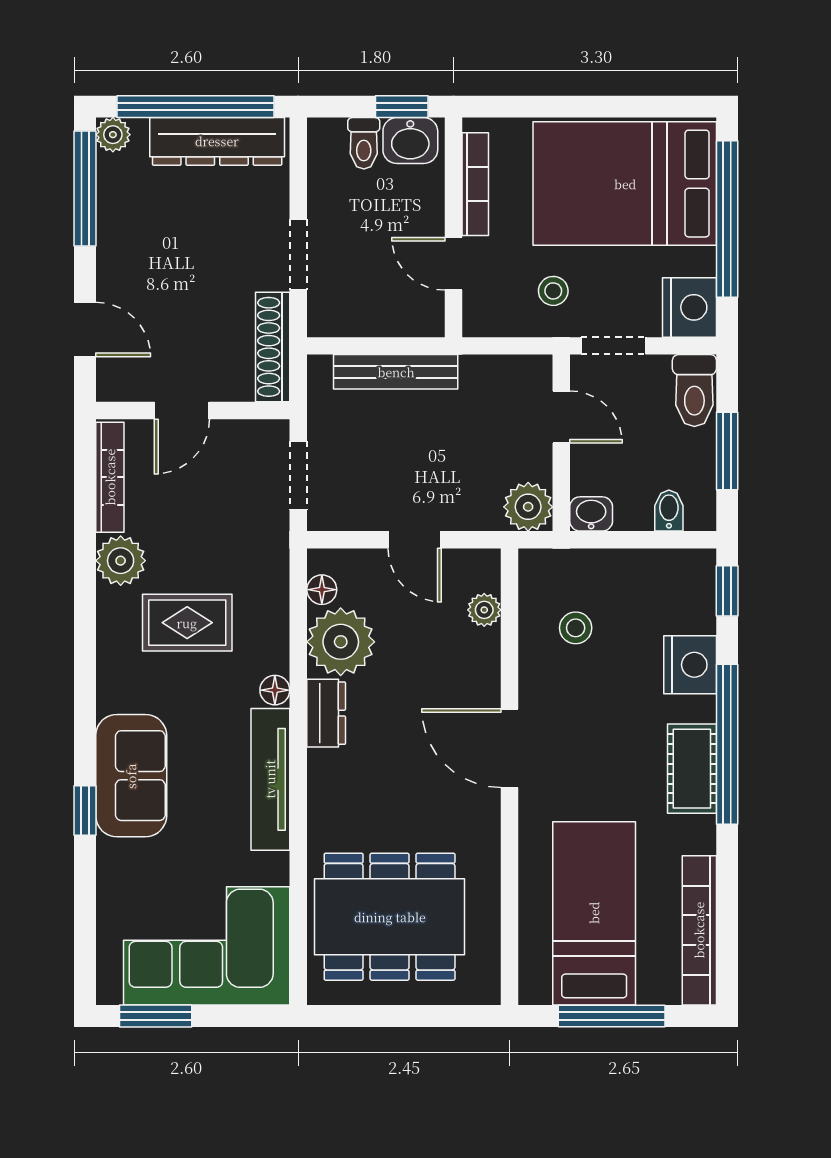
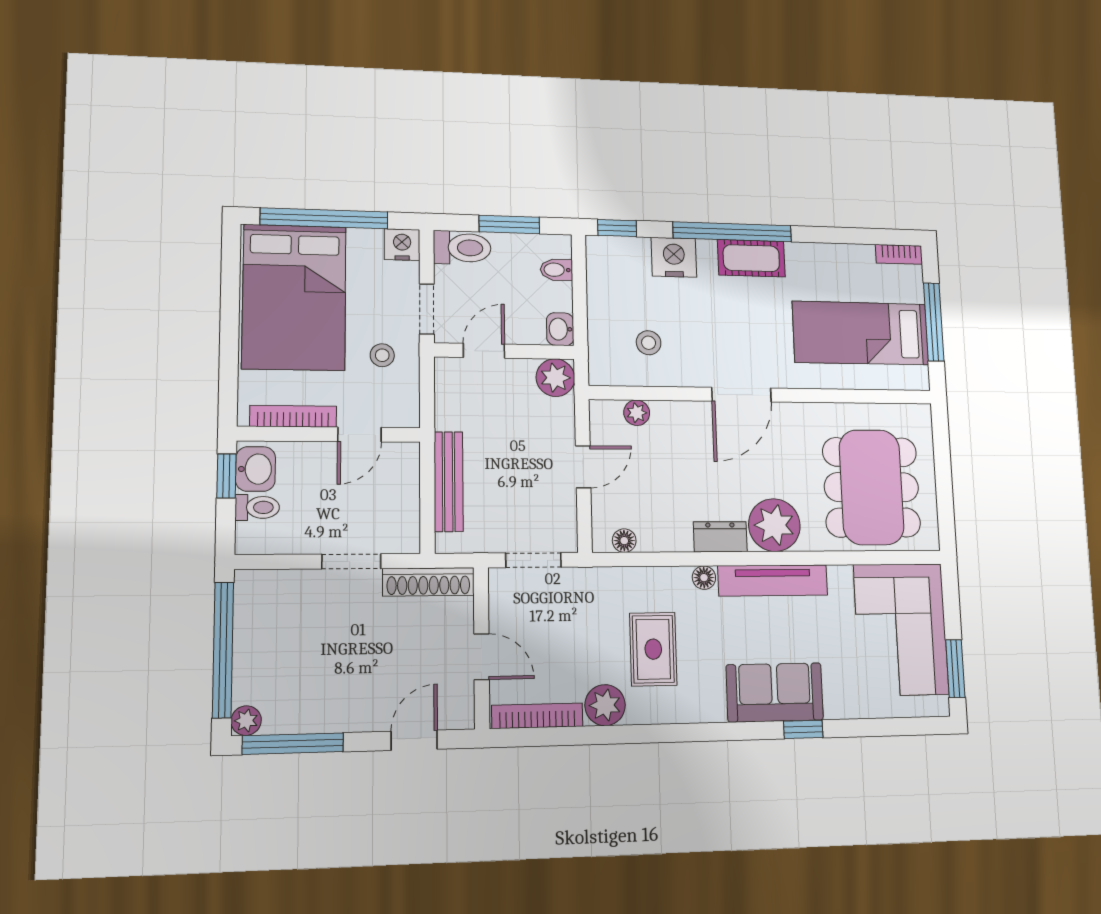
dresser: (217, 141) -> (254, 631), removed
nightstand: (690, 307) -> (402, 245), width x0.74, depth x0.75
plant: (341, 642) -> (774, 525), moved
bookcase: (699, 930) -> (899, 254), width x0.43, depth x0.76

